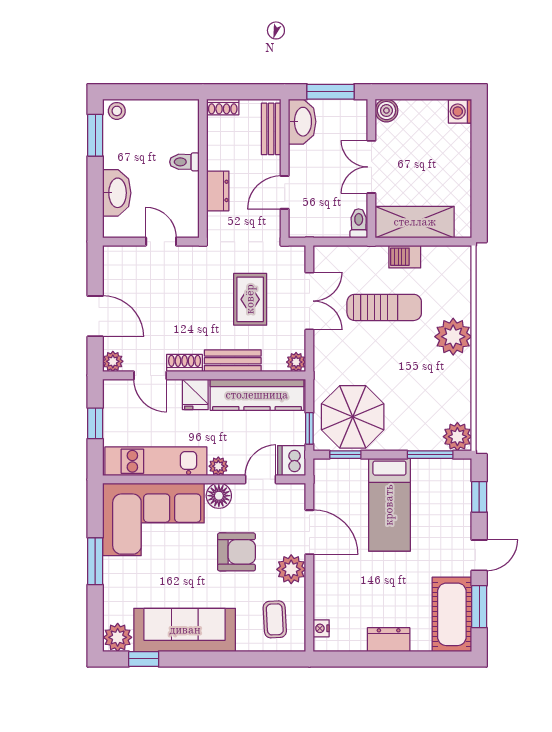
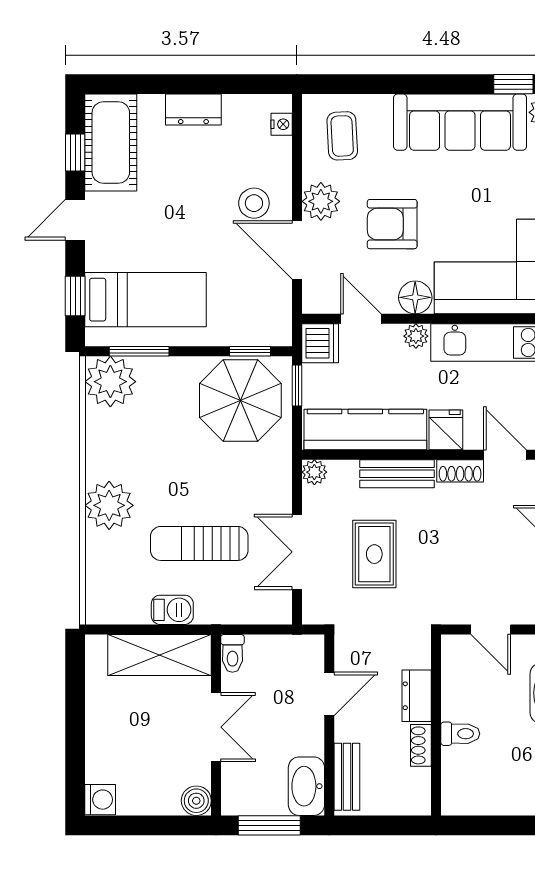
shoe rack: (223, 107) -> (421, 745), moved, turned -90
plant: (457, 437) -> (110, 382), width x1.36, depth x1.36
door: (261, 479) -> (361, 319), swing flipped
bed: (389, 505) -> (146, 300), moved, turned 90
stool: (342, 568) -> (254, 203), added
window: (479, 607) -> (75, 152), width x0.67

